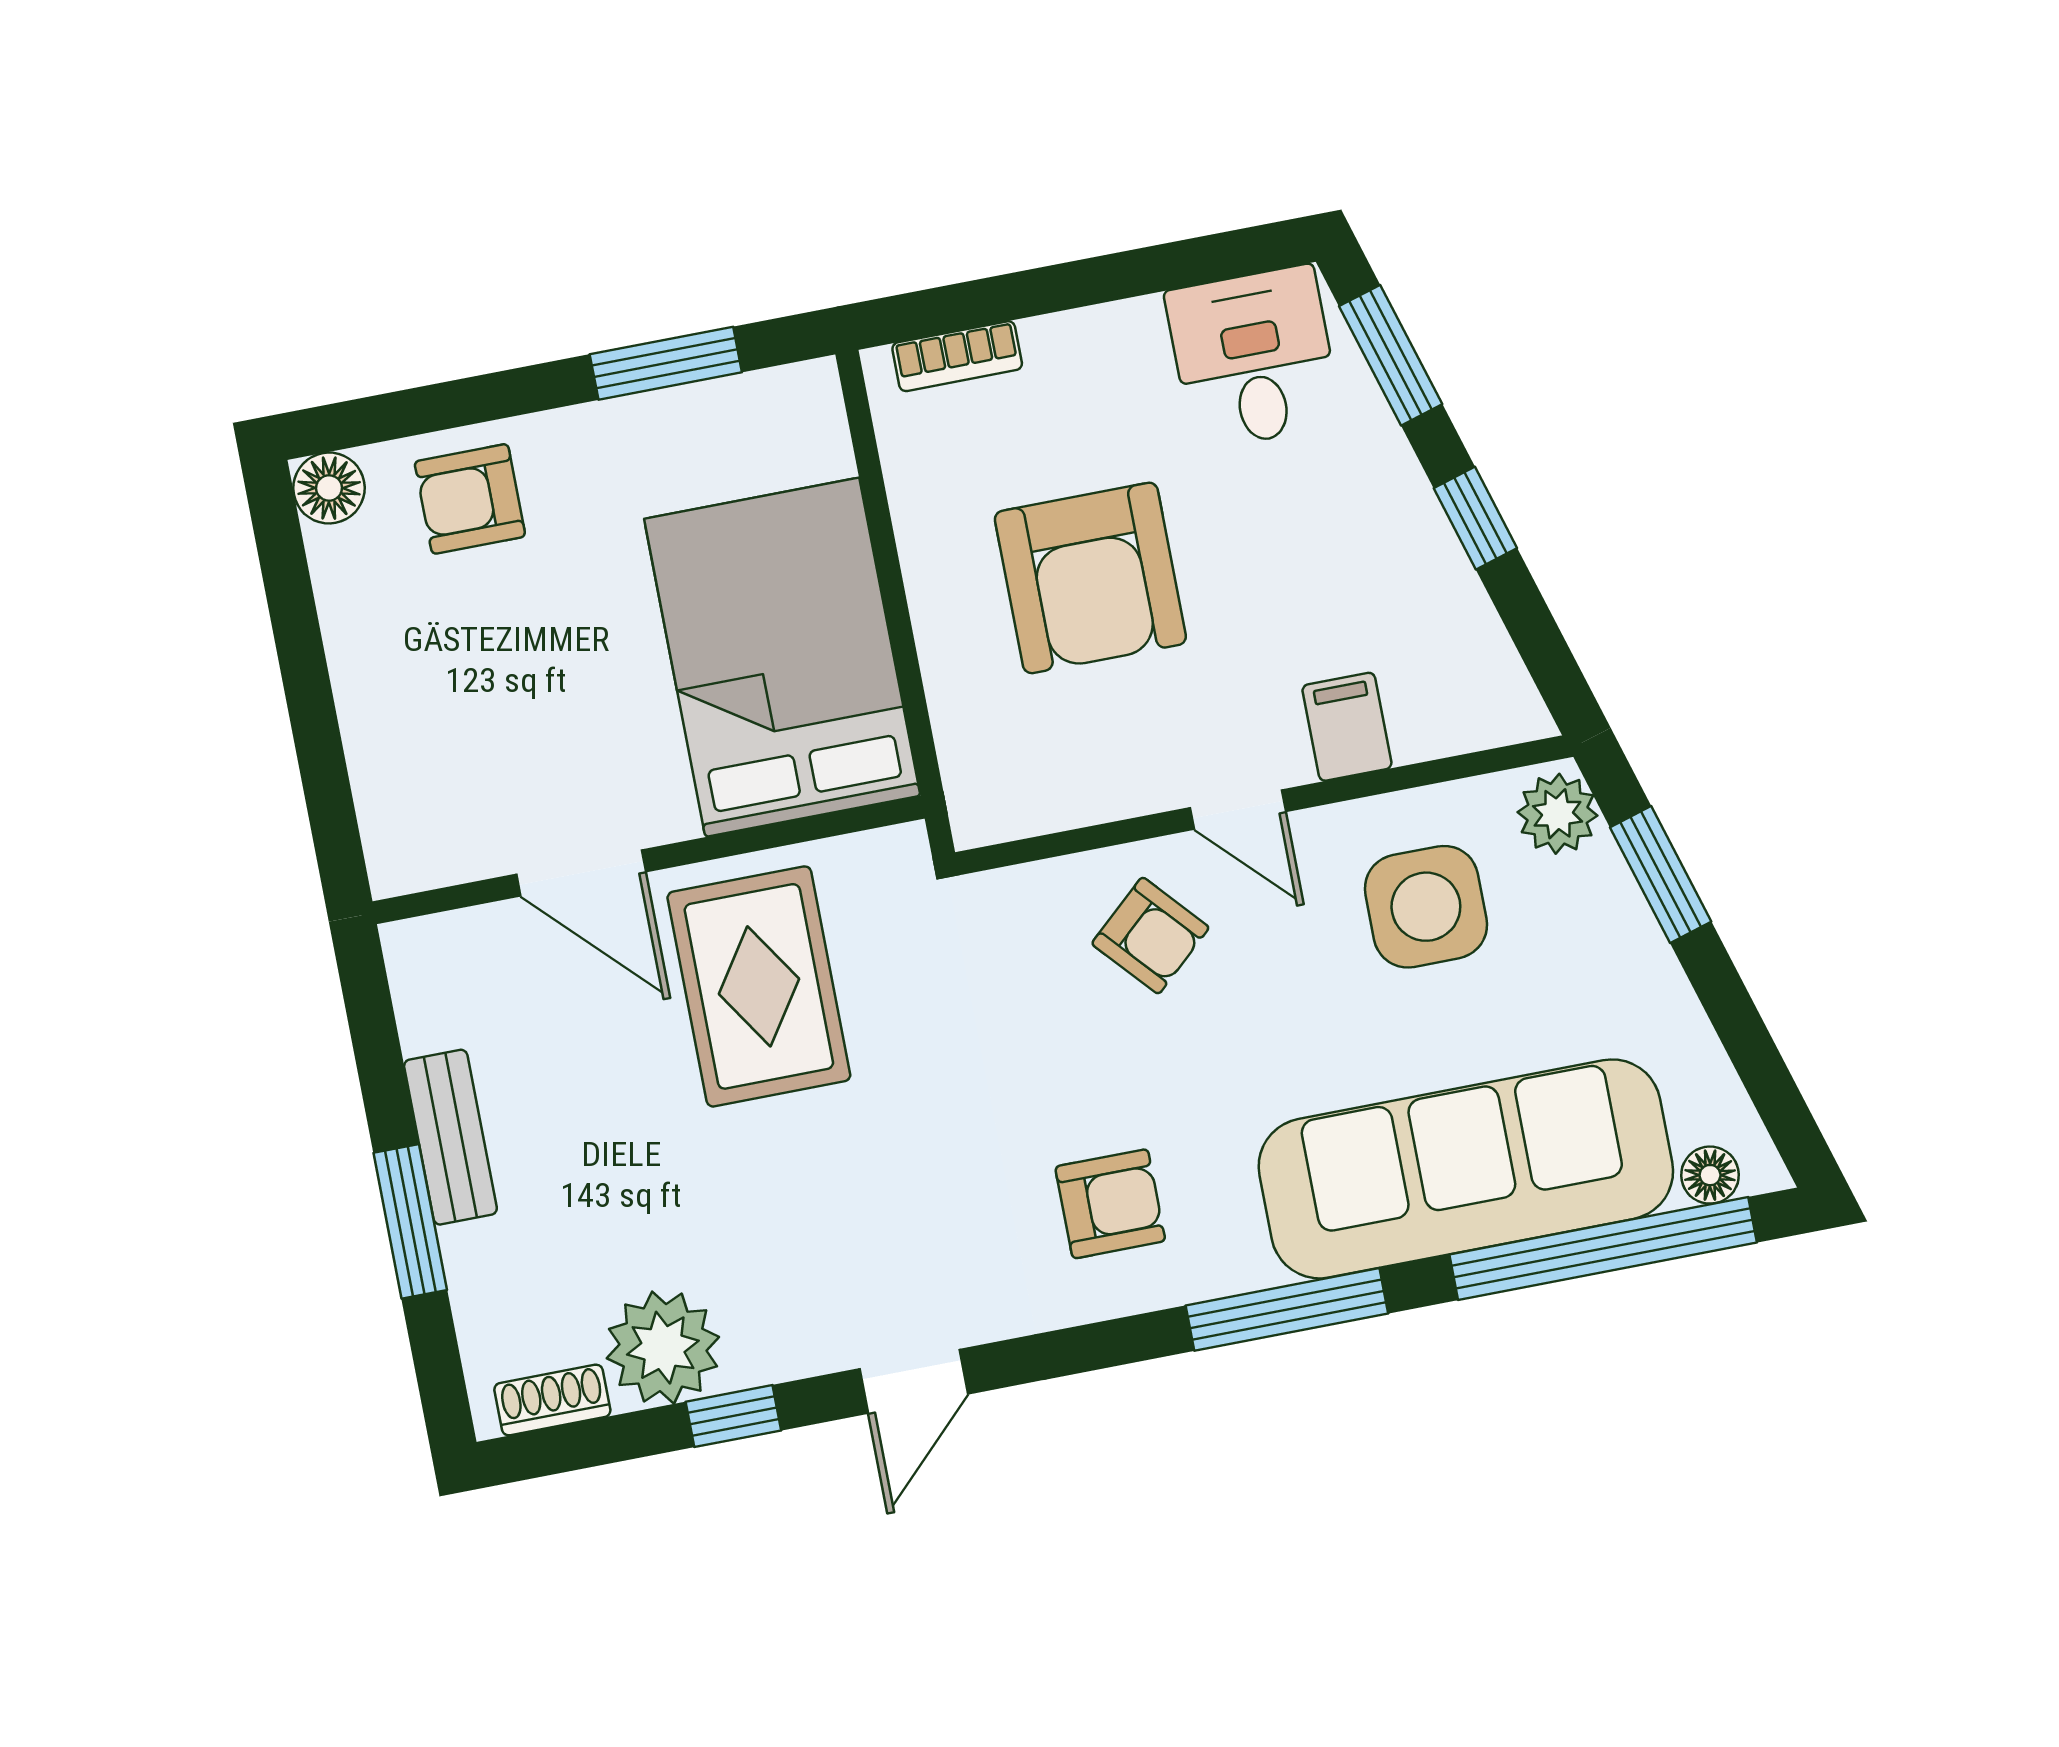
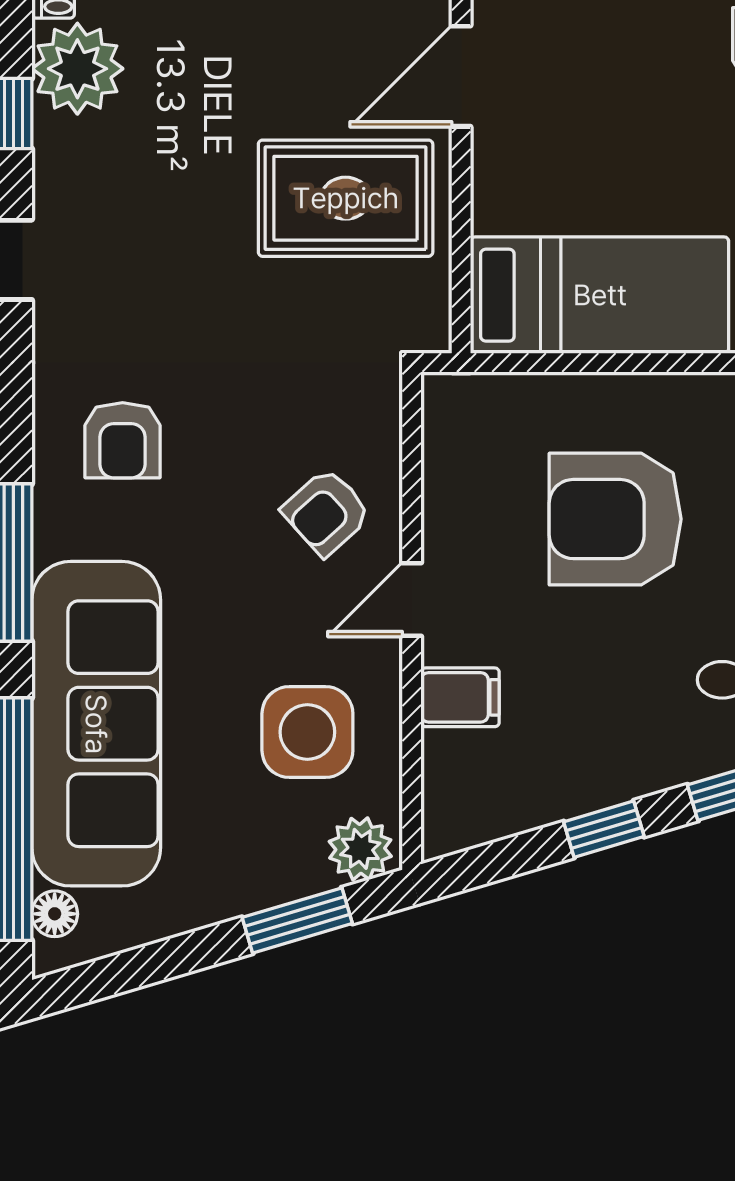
bed: (782, 657) -> (600, 295), width x0.67

